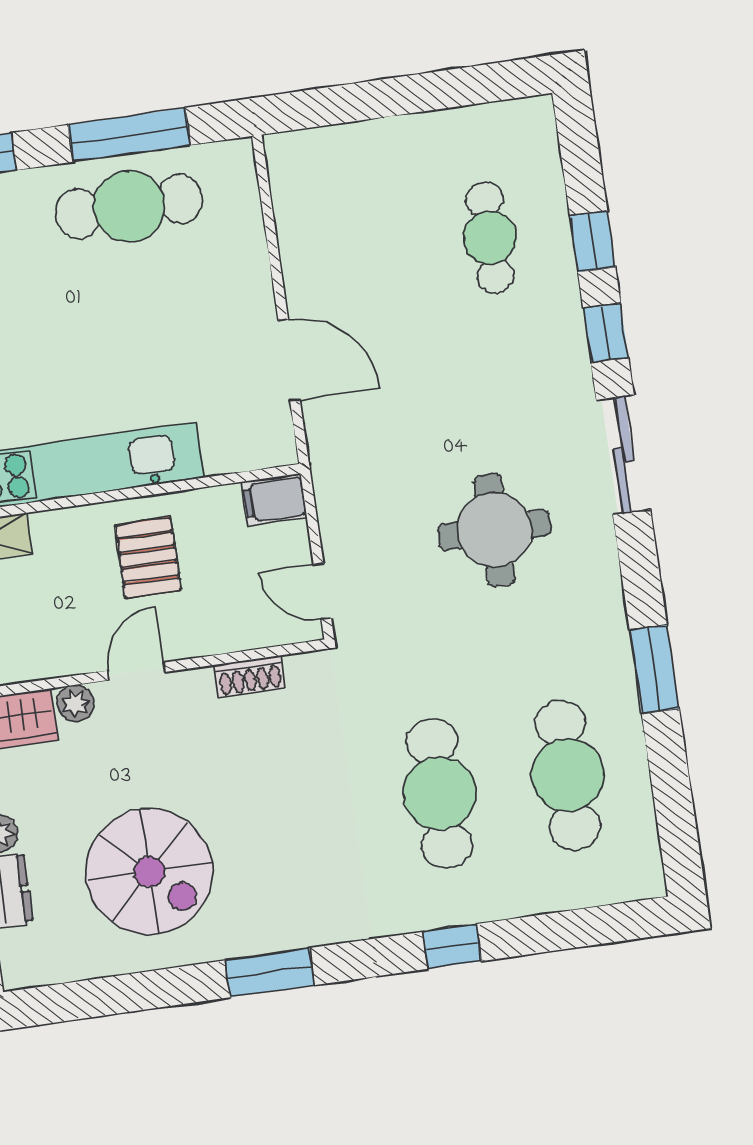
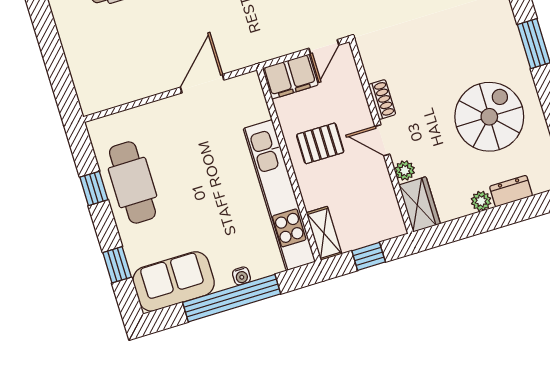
window: (129, 135) -> (94, 188), width x0.46
filing cabinet: (274, 500) -> (290, 77), width x2.00
shoe rack: (250, 676) -> (382, 100), moved

